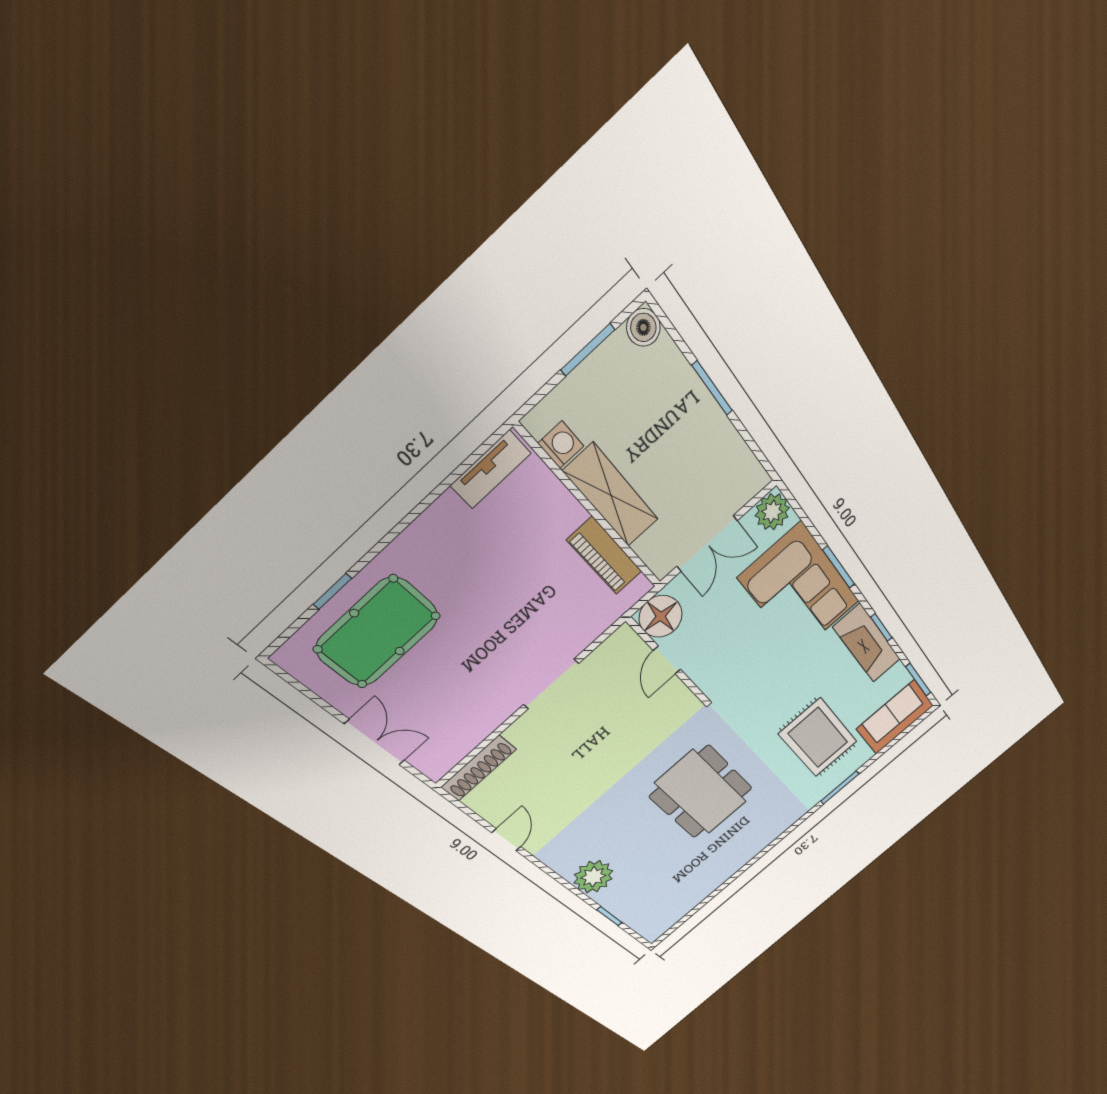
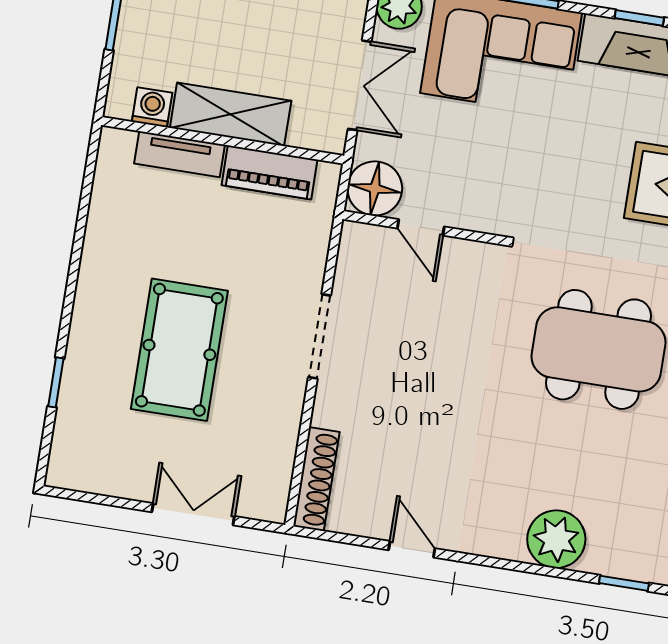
tv unit: (491, 470) -> (179, 154), moved, turned 90
pool table: (377, 632) -> (179, 350), moved

